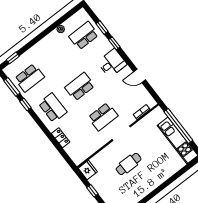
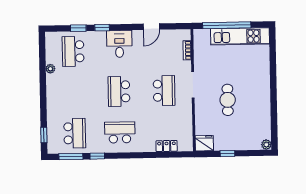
locker: (61, 138) -> (167, 146), moved

